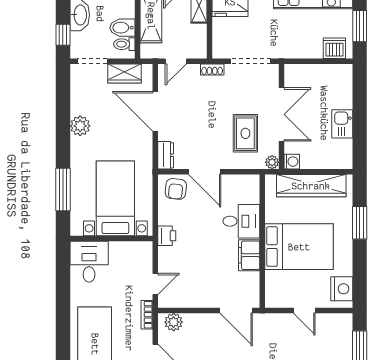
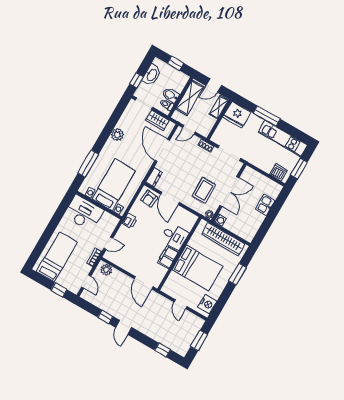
kitchen sink: (342, 124) -> (265, 205), moved
desk: (89, 262) -> (84, 213), width x1.37

